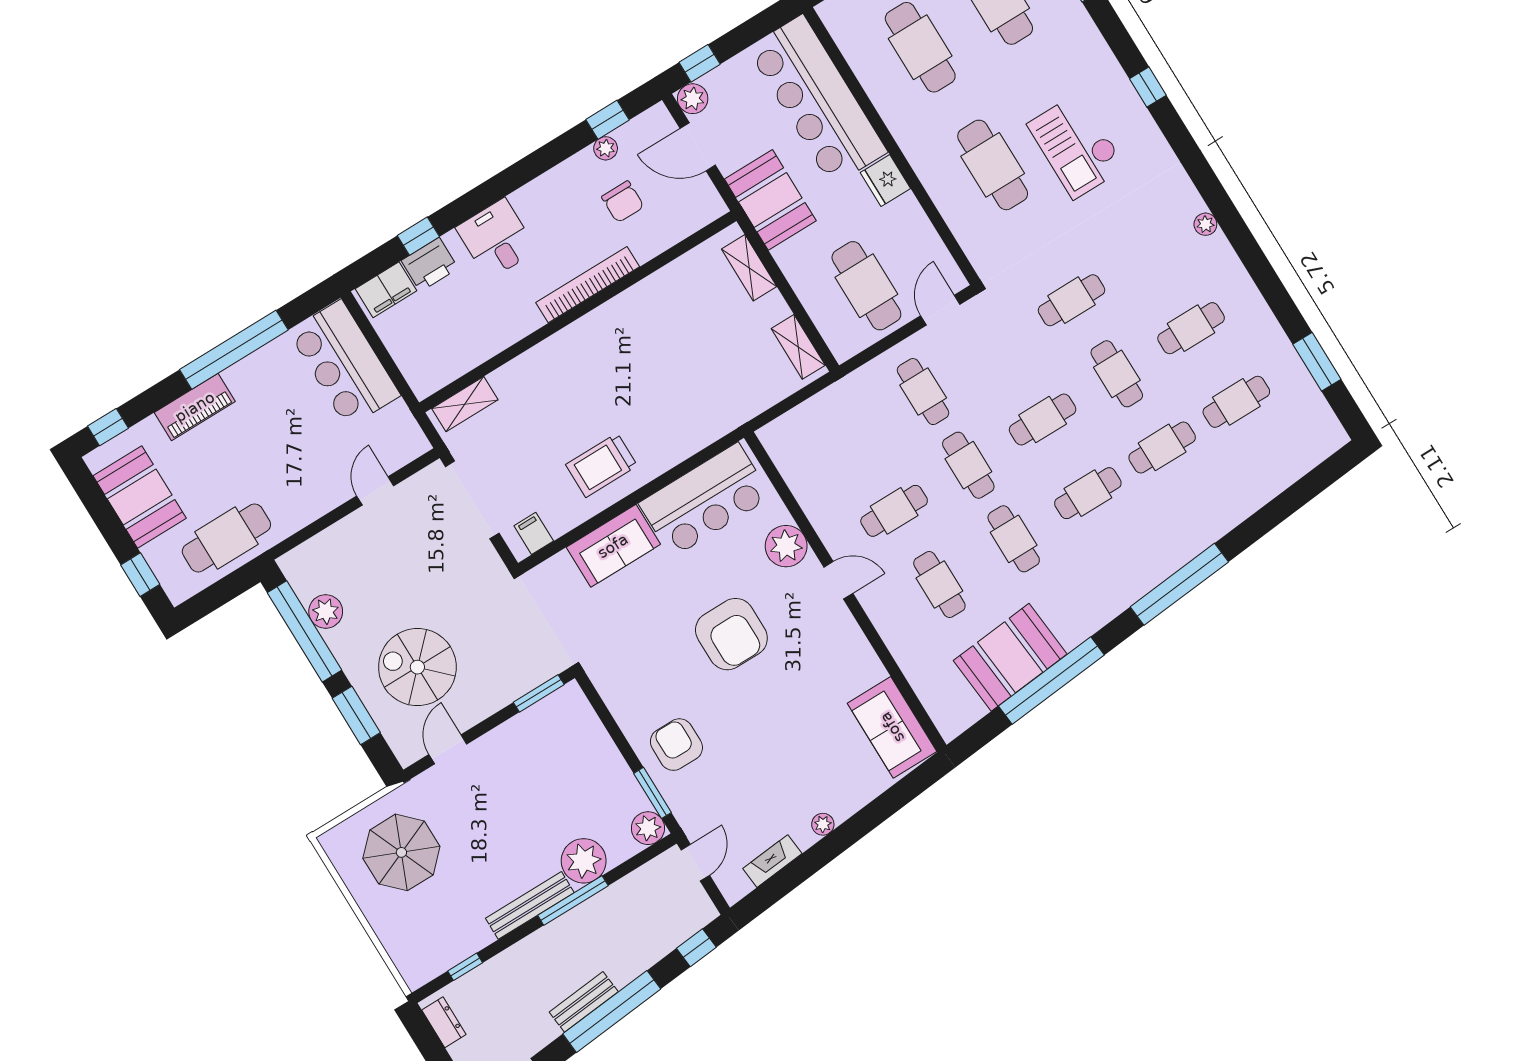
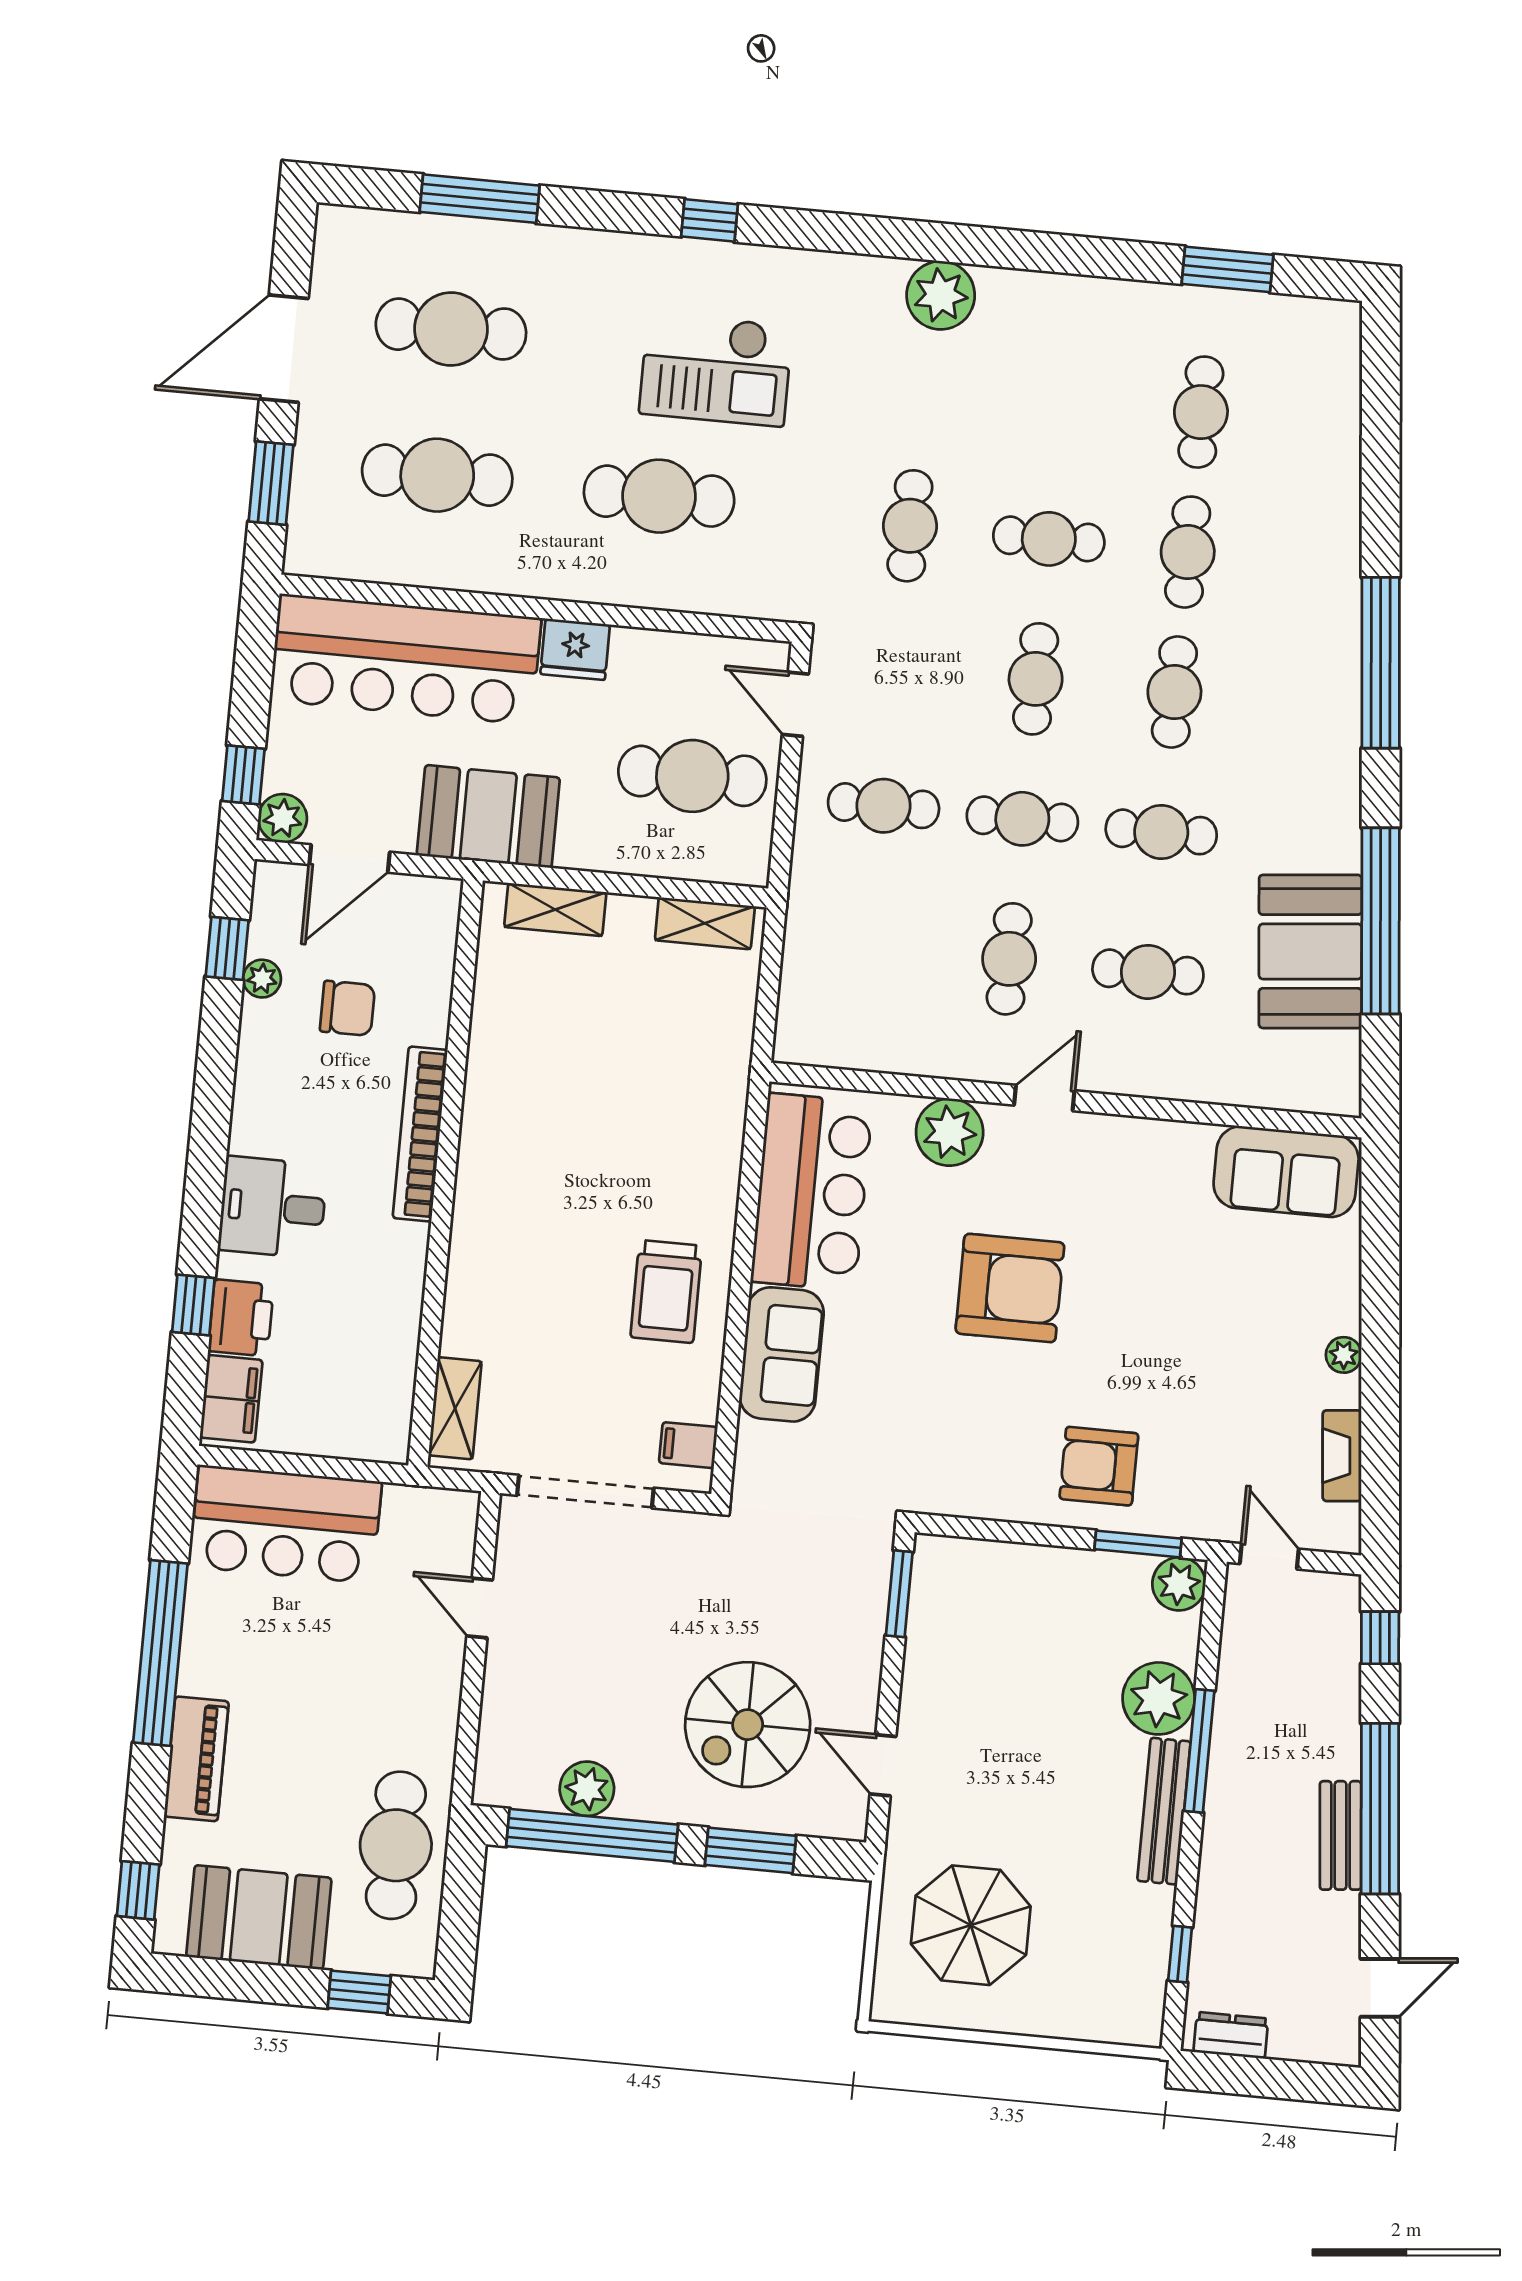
plant: (1205, 224) -> (941, 295), width x1.87, depth x1.87
cafe table: (1191, 328) -> (1062, 399), removed

